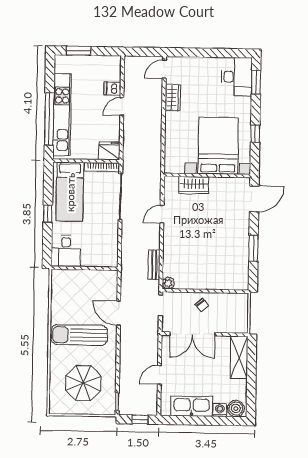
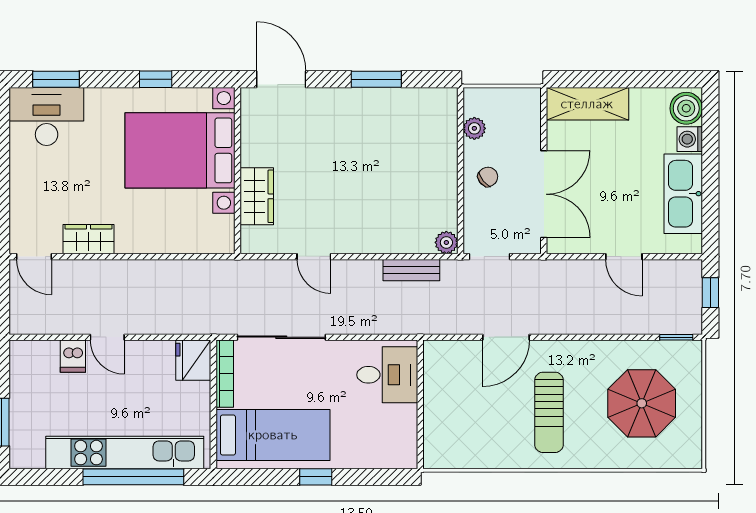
desk: (66, 251) -> (387, 375), moved
plant: (227, 299) -> (474, 128), added
sun lounger: (79, 335) -> (549, 412), width x0.73, depth x0.75

